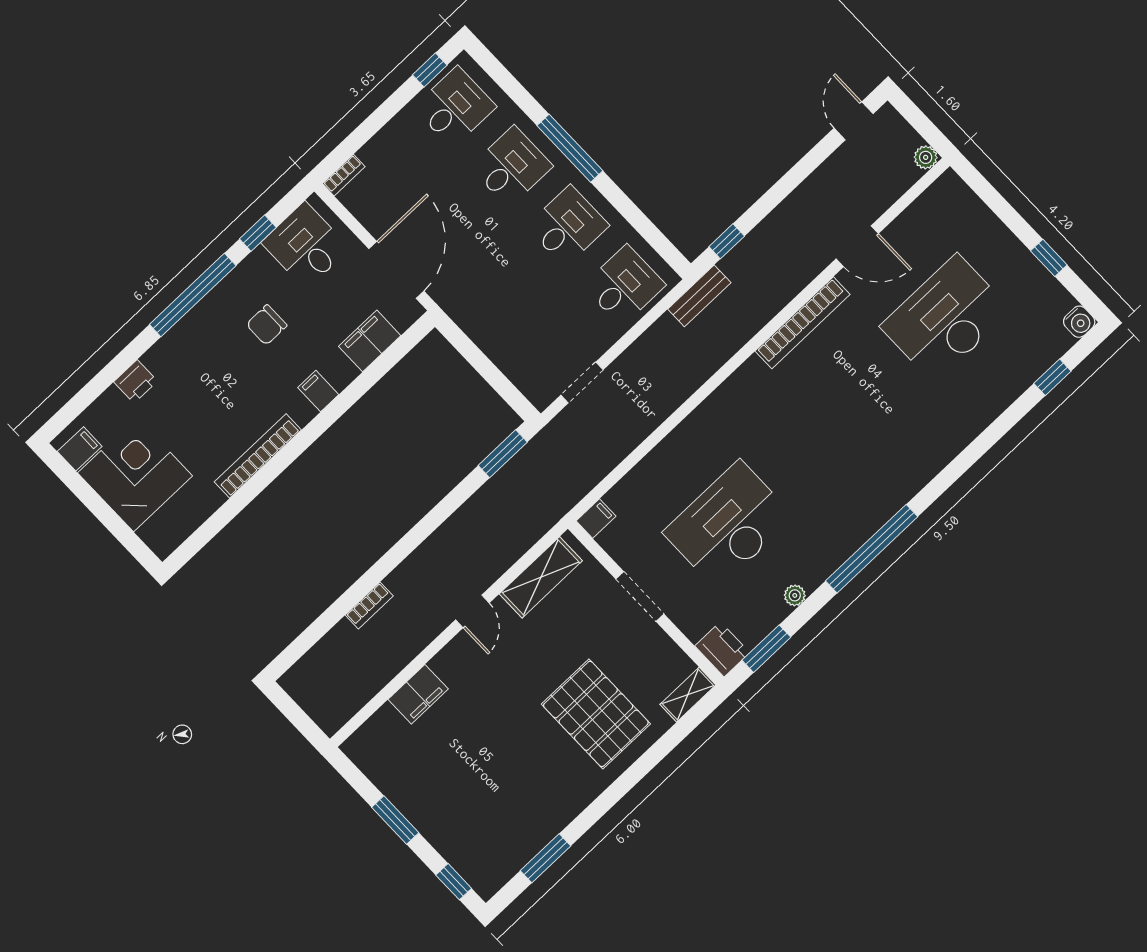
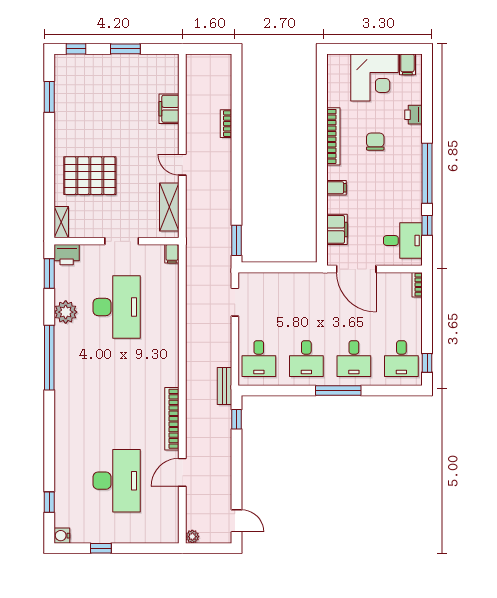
chair: (267, 325) -> (375, 142), moved
plant: (795, 595) -> (66, 312), width x1.88, depth x1.88

